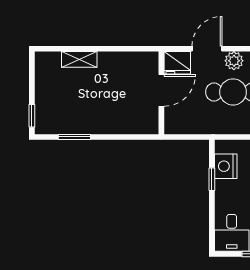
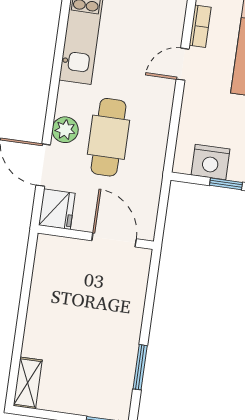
shelving: (79, 59) -> (28, 383), moved
door: (161, 90) -> (114, 240), moved

